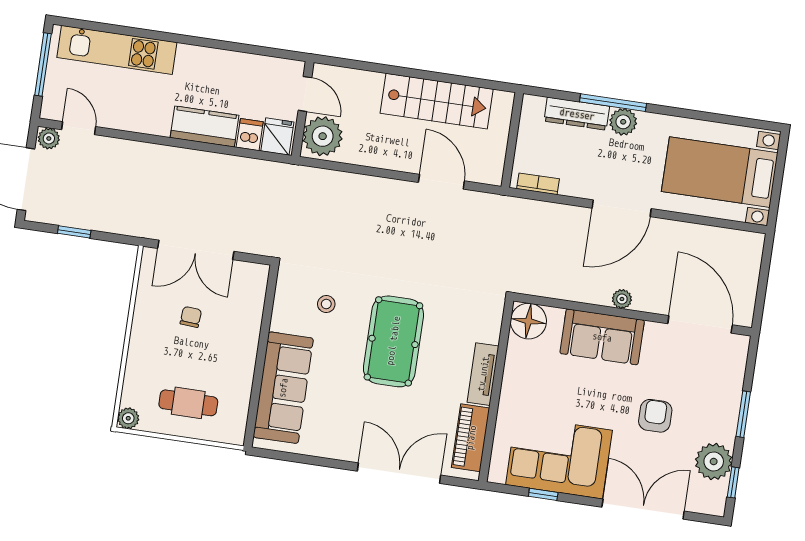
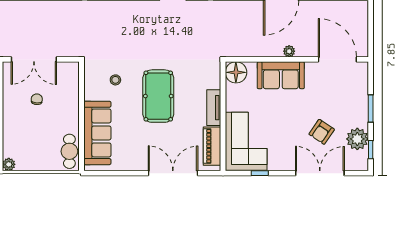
cafe table: (188, 403) -> (69, 151), moved, turned 90
armchair: (655, 416) -> (322, 132), moved, turned -146
corner sofa: (559, 458) -> (246, 141), moved, turned 90

